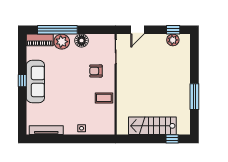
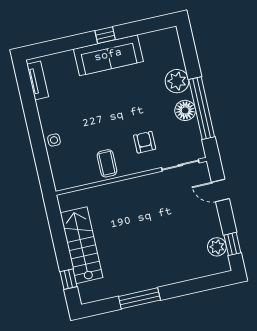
window: (57, 30) -> (202, 108), moved
piano: (40, 40) -> (172, 48), removed
tv unit: (46, 130) -> (38, 80), width x0.71

